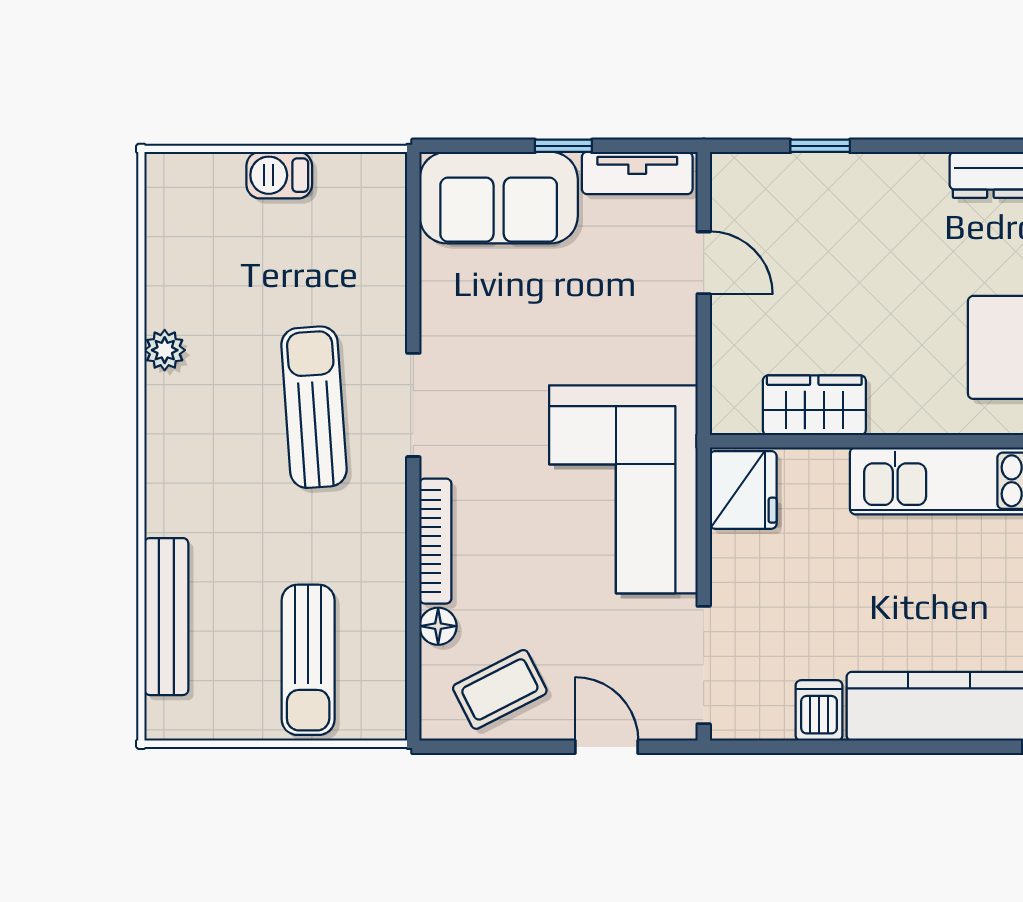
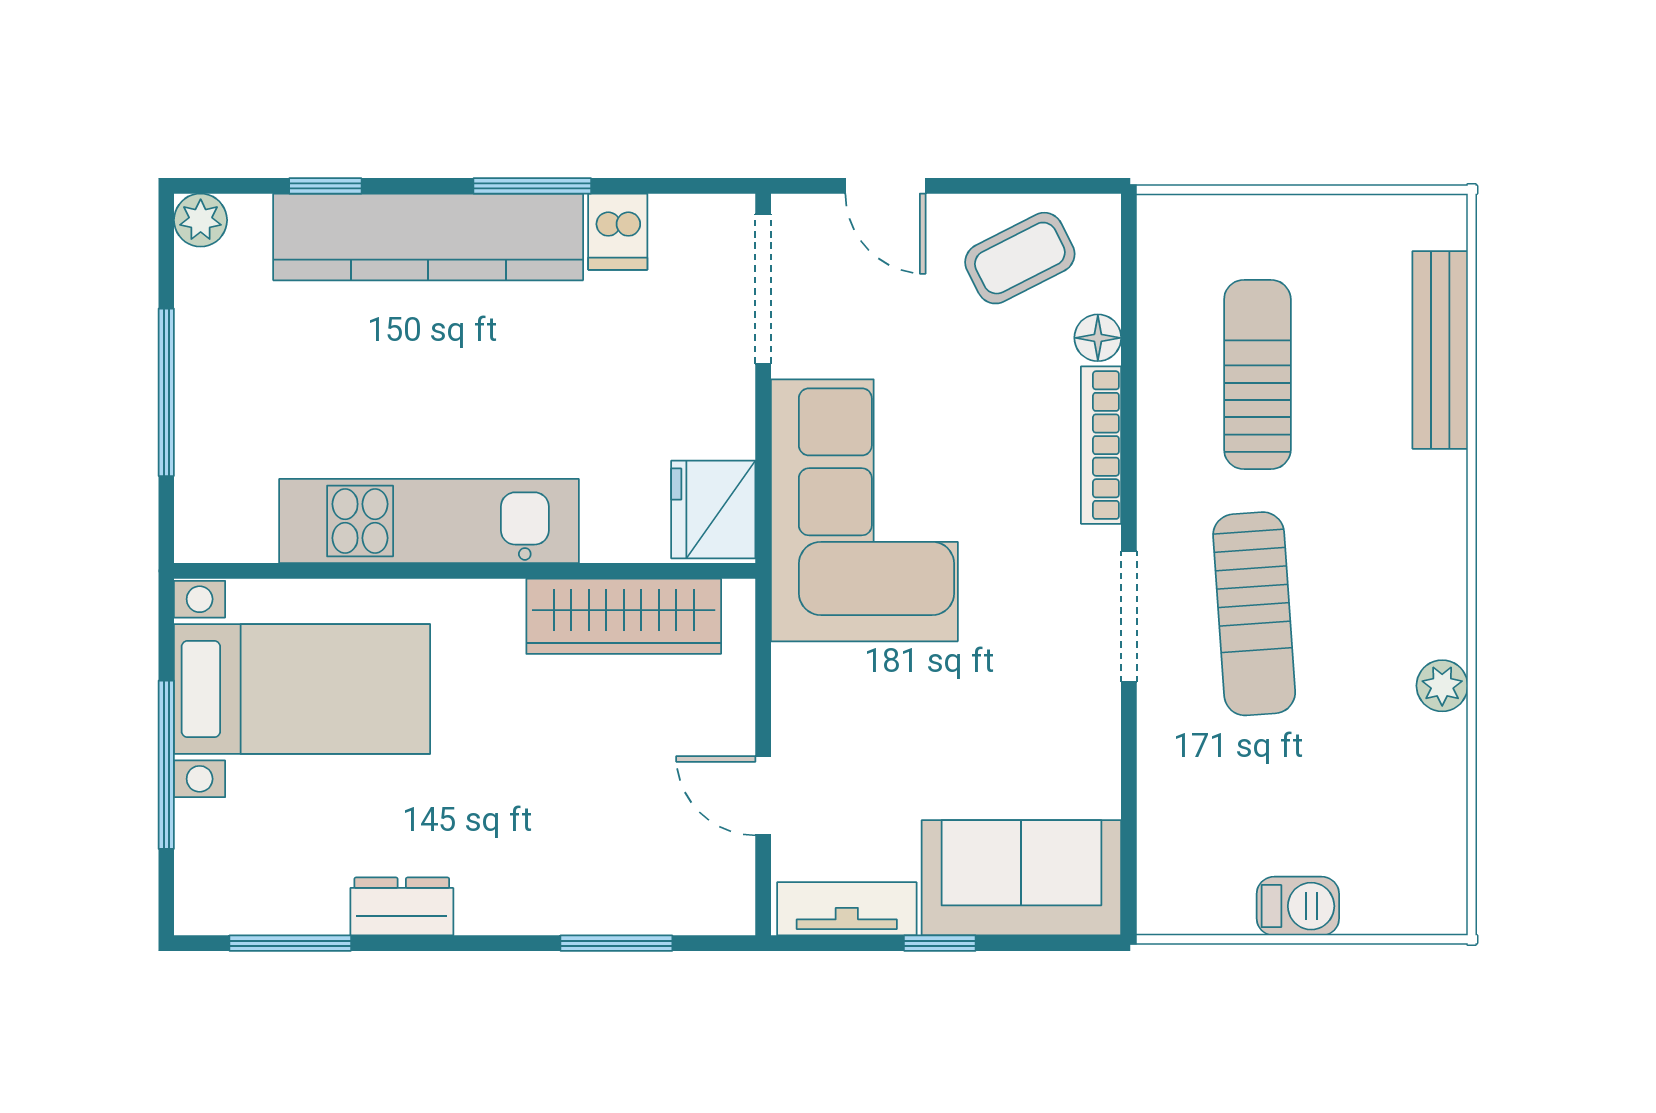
window: (820, 146) -> (616, 943), width x1.50
wardrobe: (814, 405) -> (624, 616), width x1.50
sun lounger: (308, 660) -> (1257, 374), moved
window: (887, 747) -> (532, 186), added

